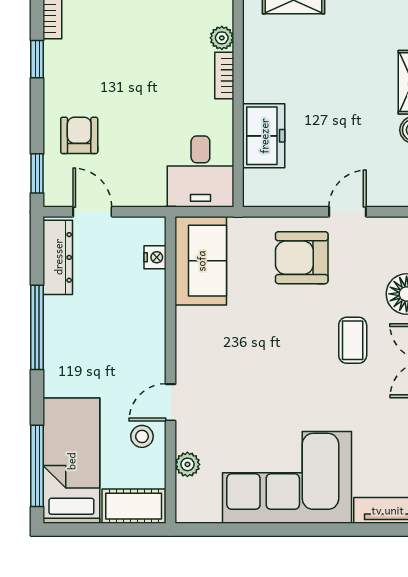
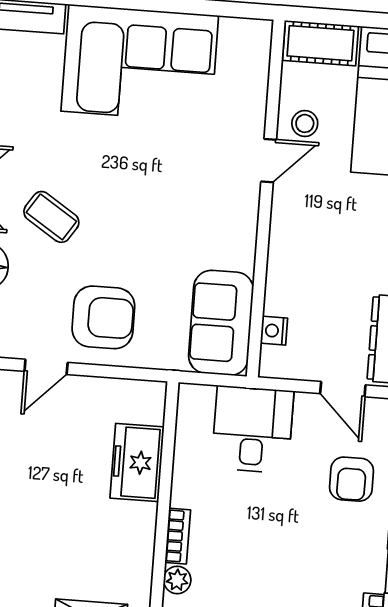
desk: (200, 171) -> (253, 429), moved
coffee table: (353, 340) -> (51, 217), turned -57
plant: (187, 464) -> (254, 87), removed

